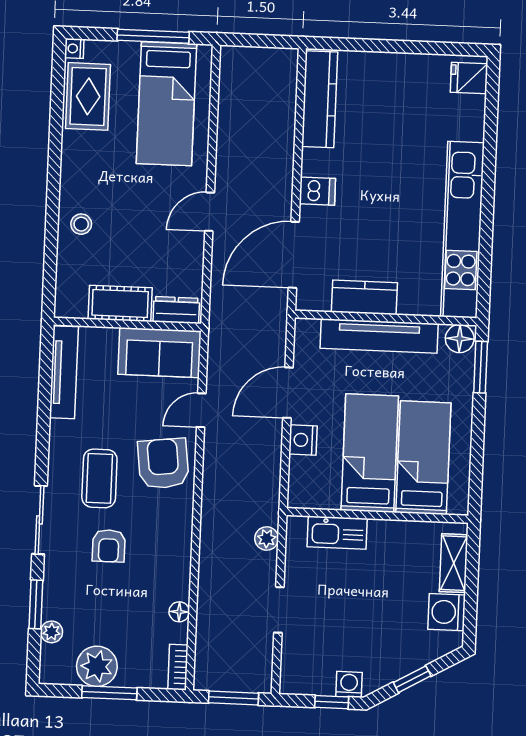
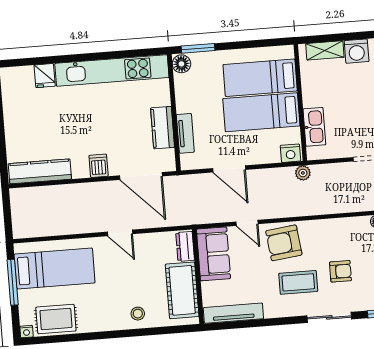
fridge: (469, 78) -> (45, 76), moved
cot: (120, 303) -> (182, 290), width x1.37, depth x1.34
tv unit: (379, 336) -> (185, 133), width x0.52, depth x0.78
nightstand: (303, 440) -> (291, 153), moved
plant: (267, 538) -> (303, 173), moved

